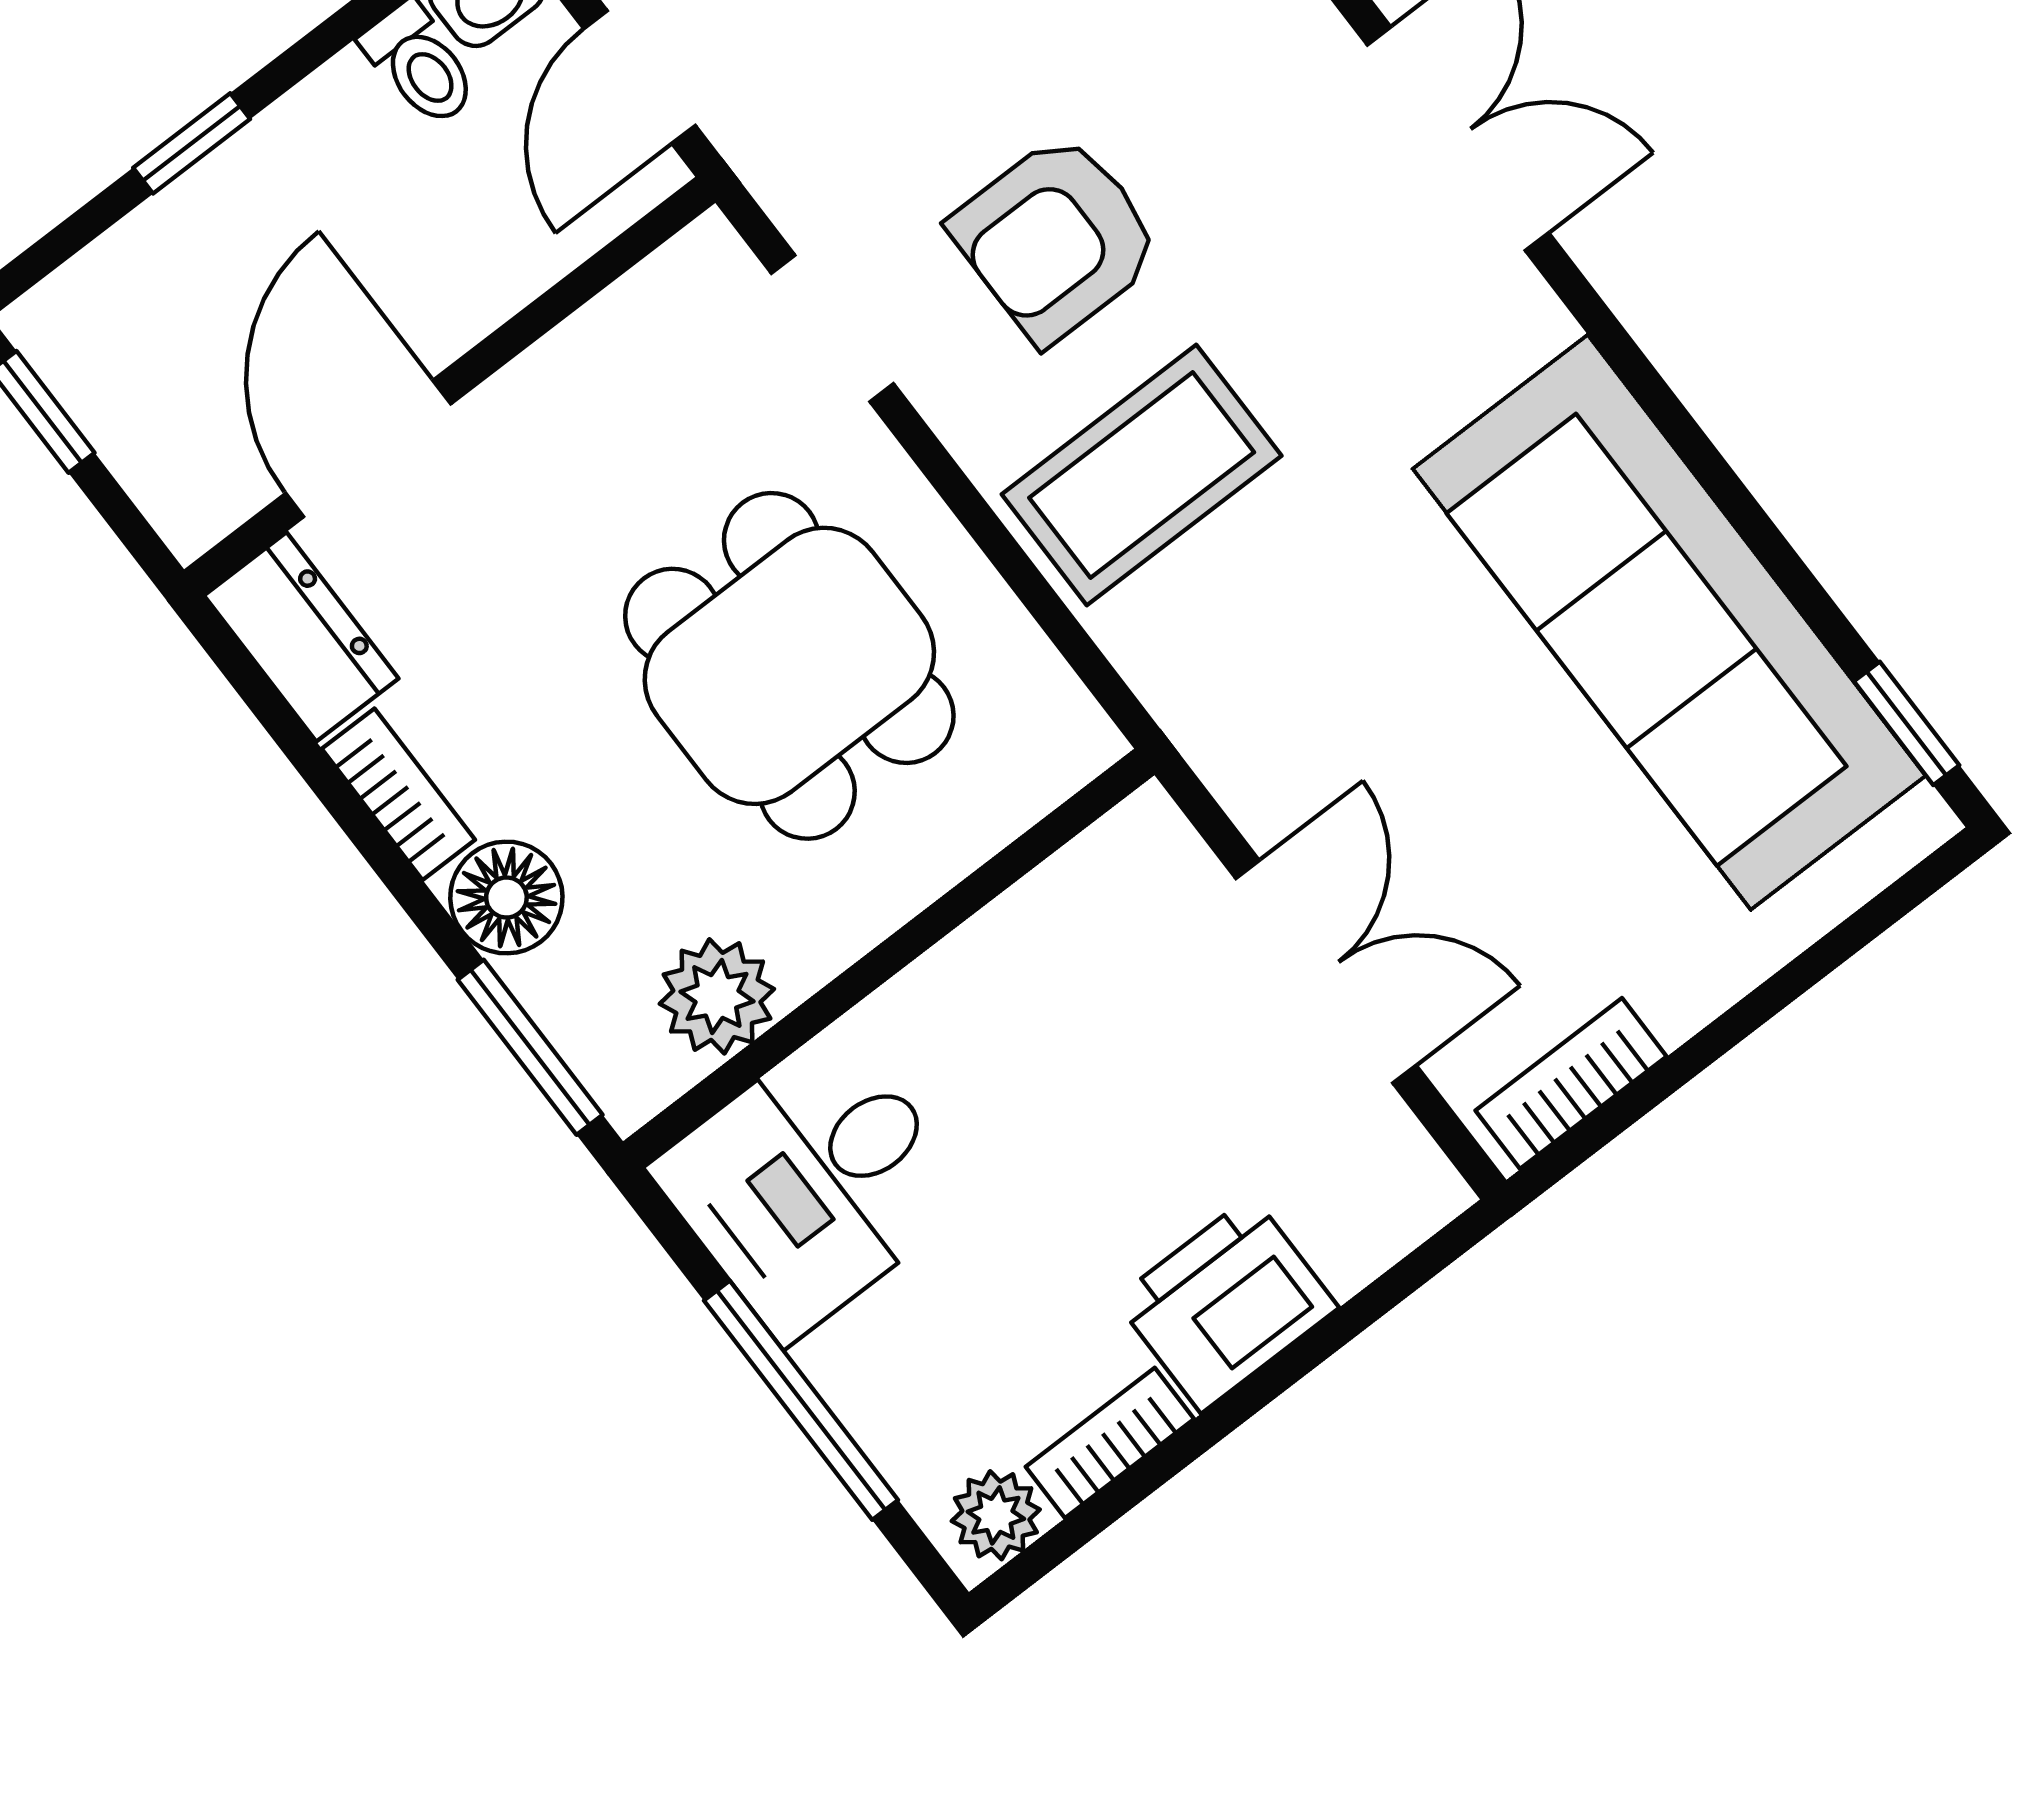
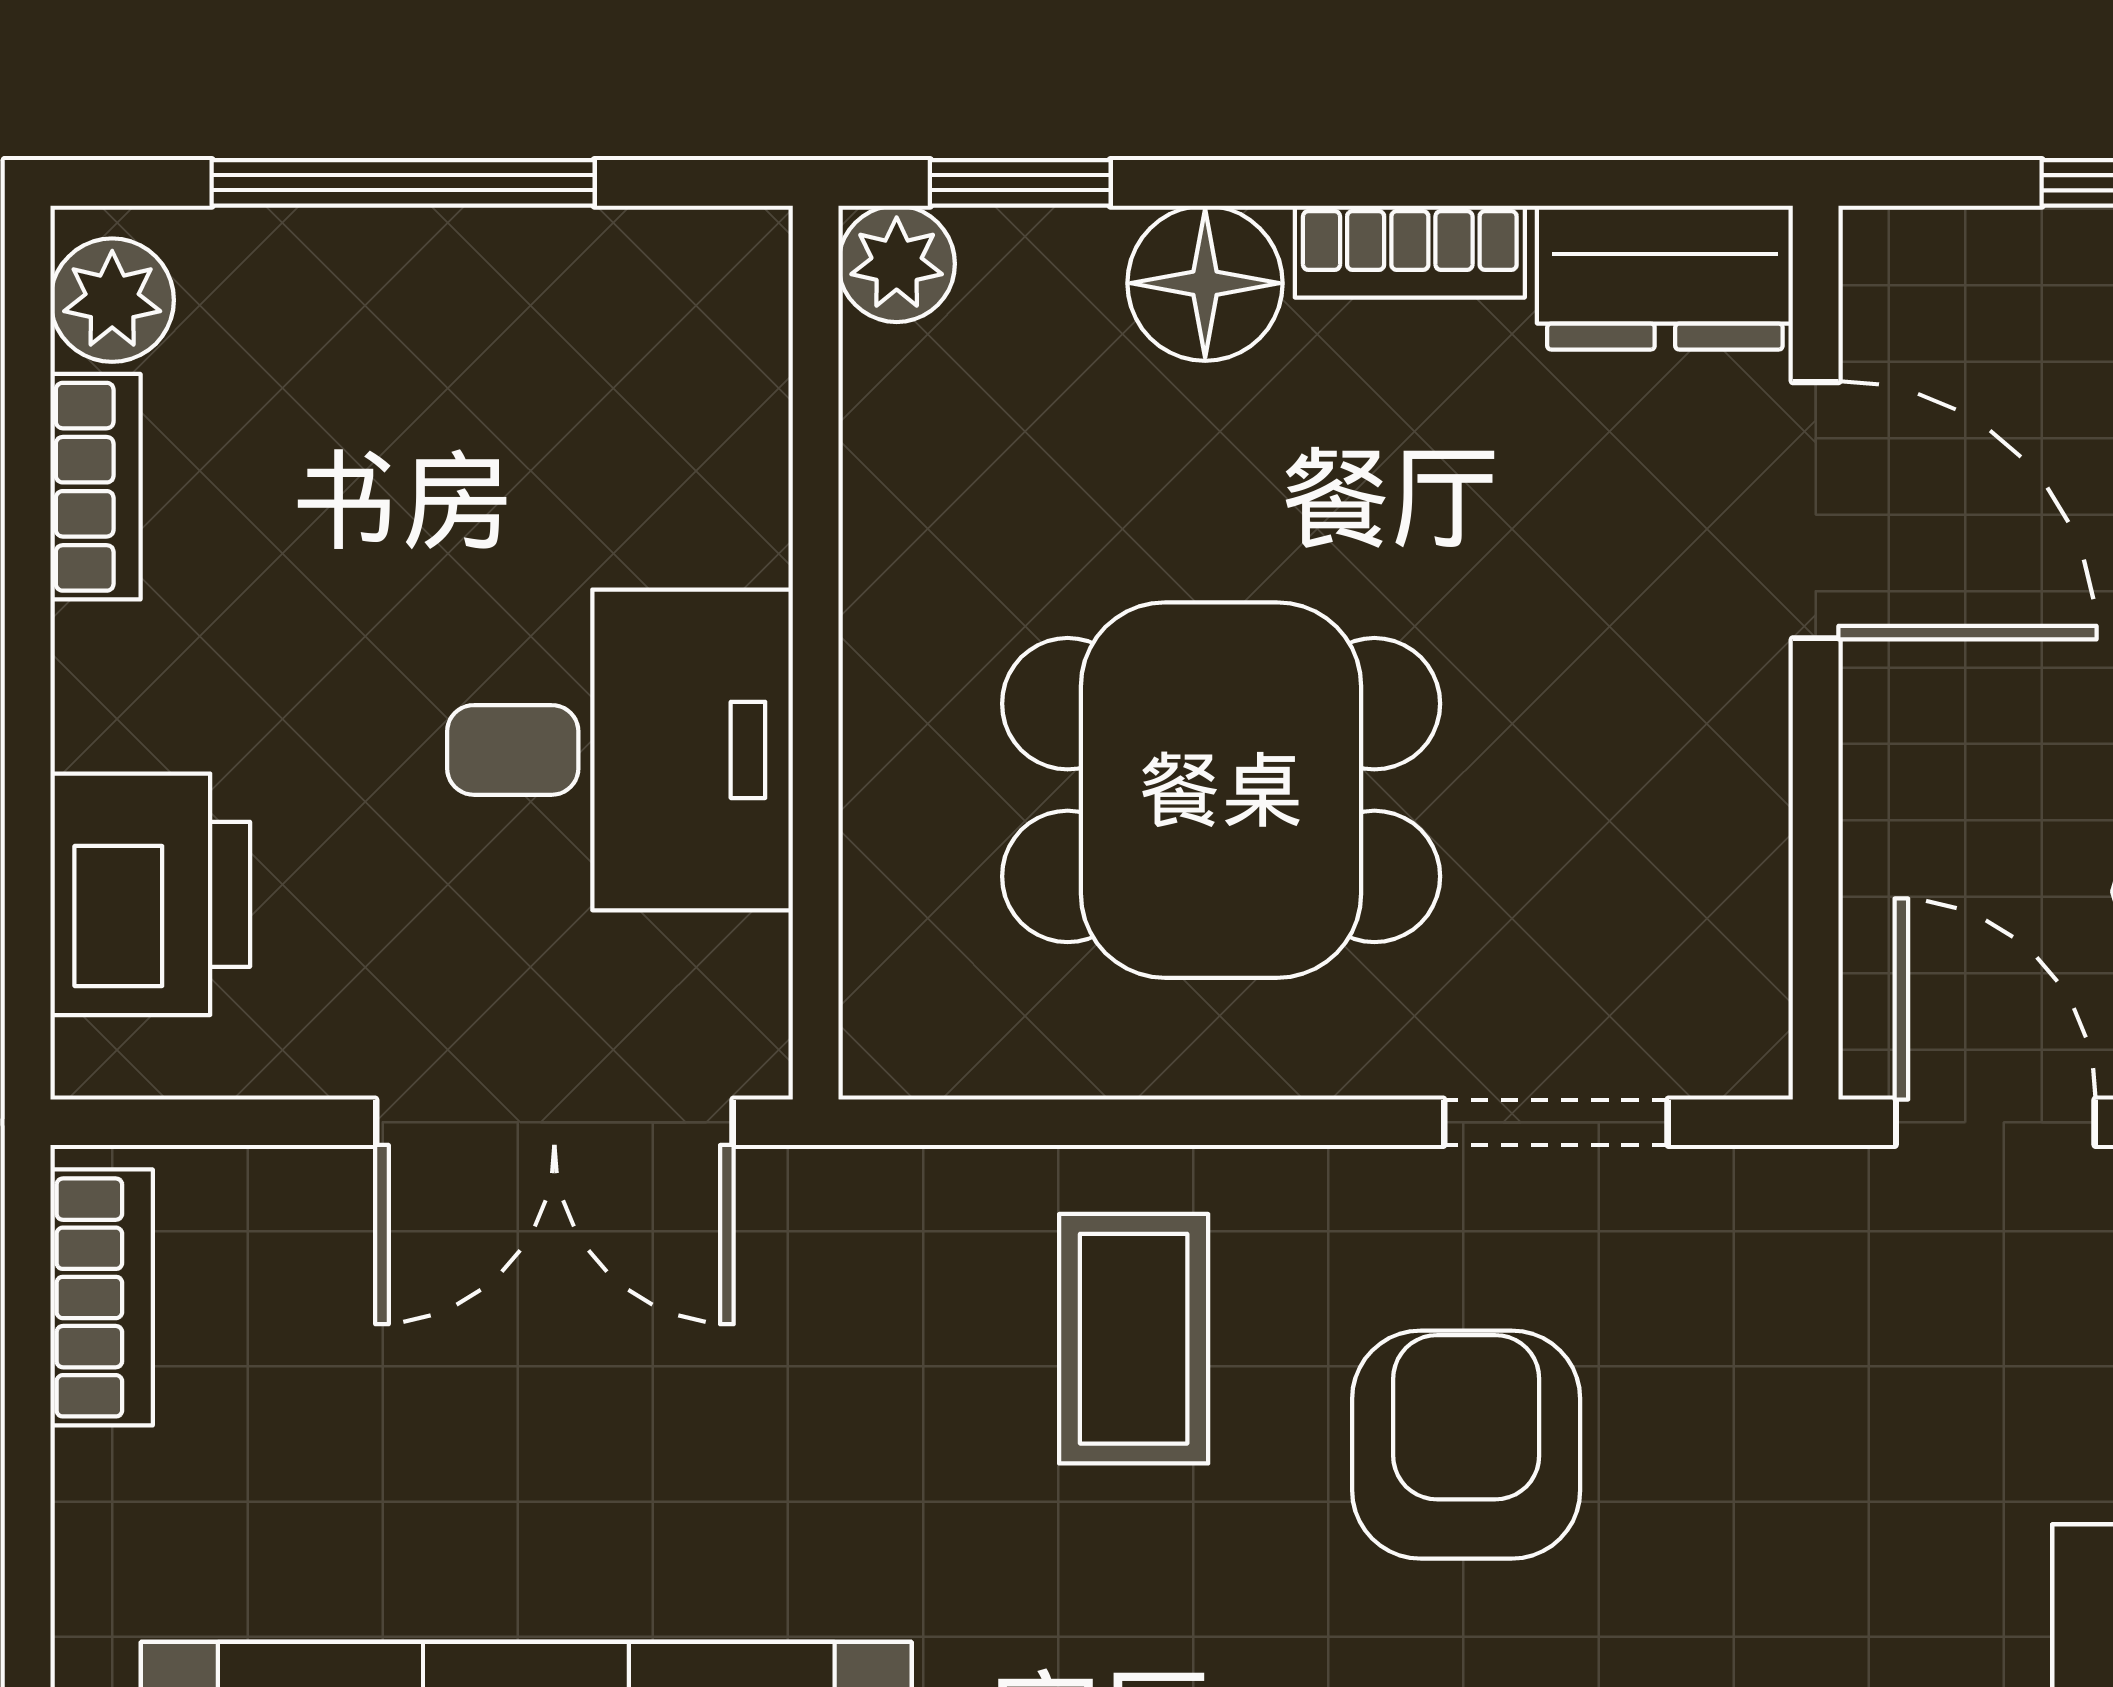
coffee table: (1142, 475) -> (1134, 1339), width x0.73, depth x0.77
double door: (1326, 972) -> (554, 1122), moved
plant: (717, 996) -> (897, 264), moved, width x0.73, depth x0.73
window: (530, 1047) -> (1020, 183), width x0.67
desk: (812, 1183) -> (620, 750), moved, turned 90
printer: (1226, 1304) -> (150, 894), moved

